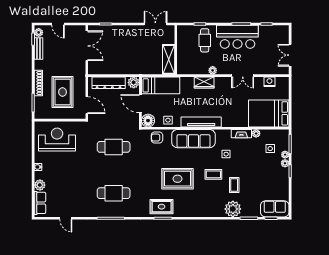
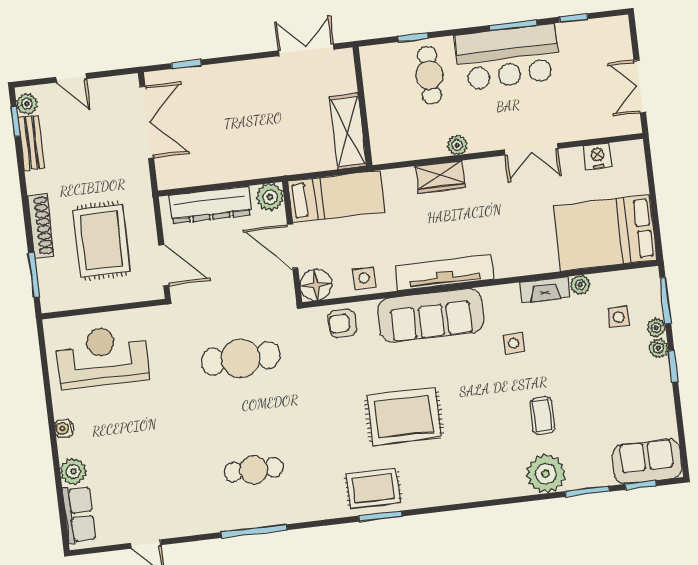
coffee table: (213, 174) -> (489, 396), removed
cafe table: (114, 193) -> (254, 470), width x0.73, depth x0.74

